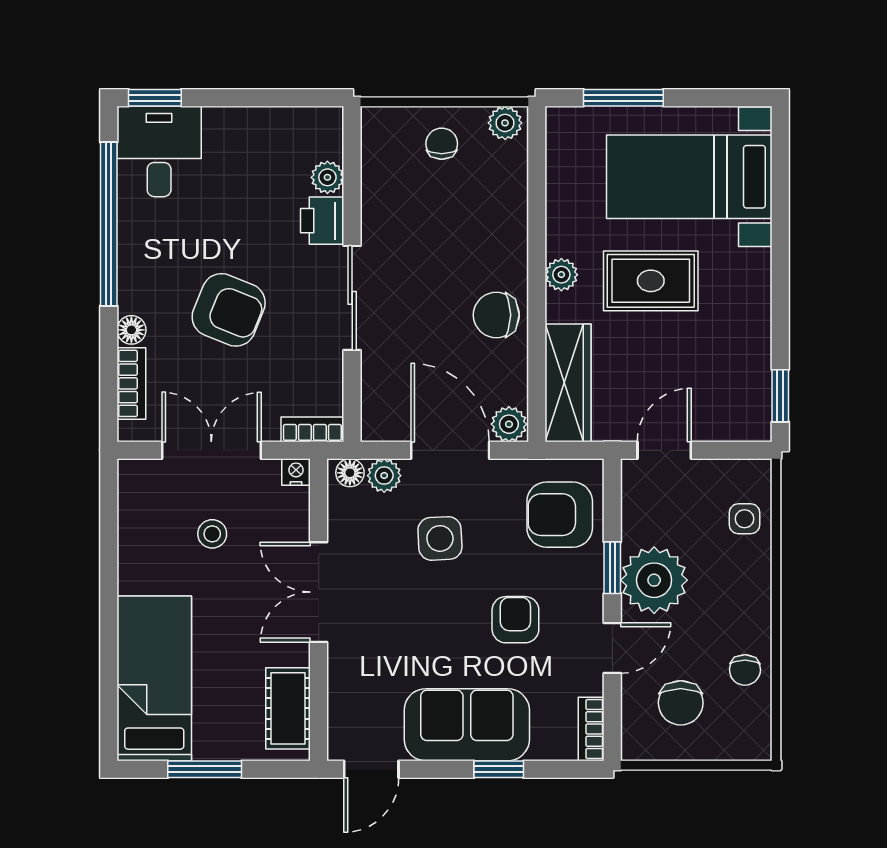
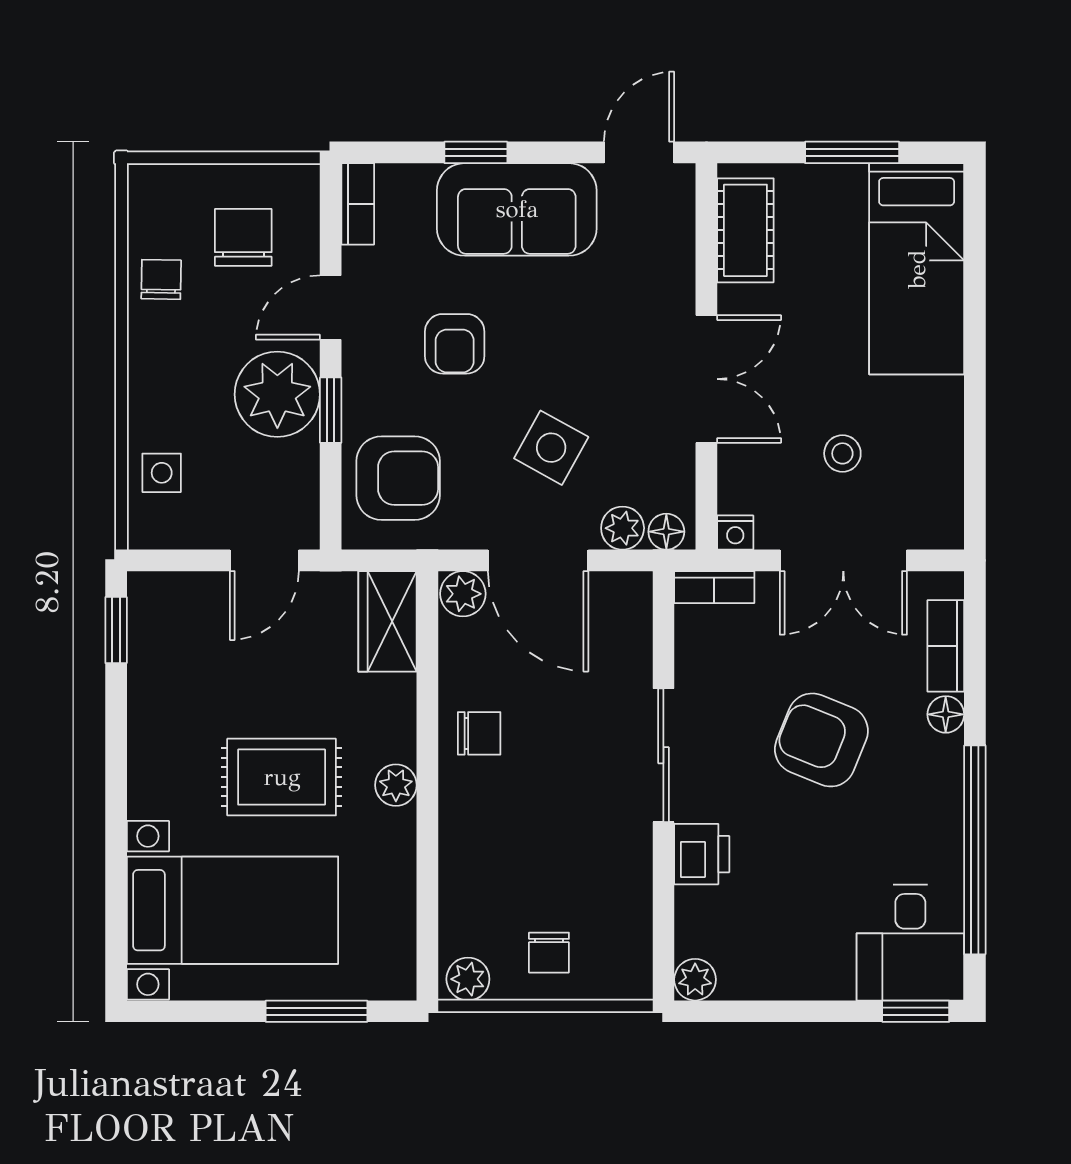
plant: (327, 177) -> (695, 980), moved
chair: (496, 315) -> (479, 733), width x0.73, depth x0.73
wardrobe: (568, 383) -> (387, 621), width x0.67
side table: (440, 538) -> (551, 448), turned 32

